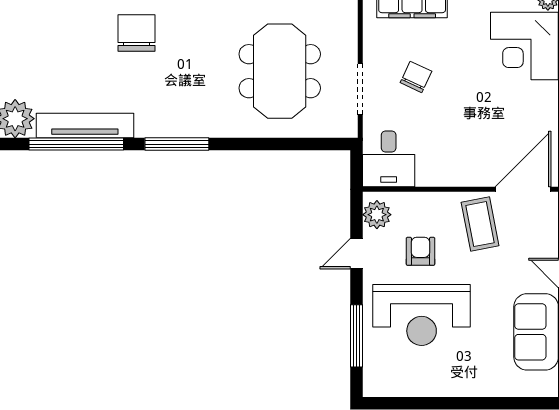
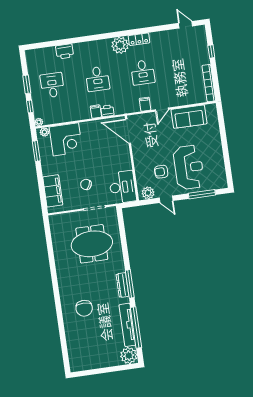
chair: (136, 33) -> (84, 308), turned -90
dresser: (177, 127) -> (122, 285), added
desk: (389, 159) -> (123, 187), width x1.37
coffee table: (480, 224) -> (146, 148), removed

